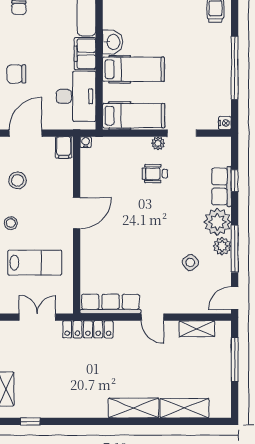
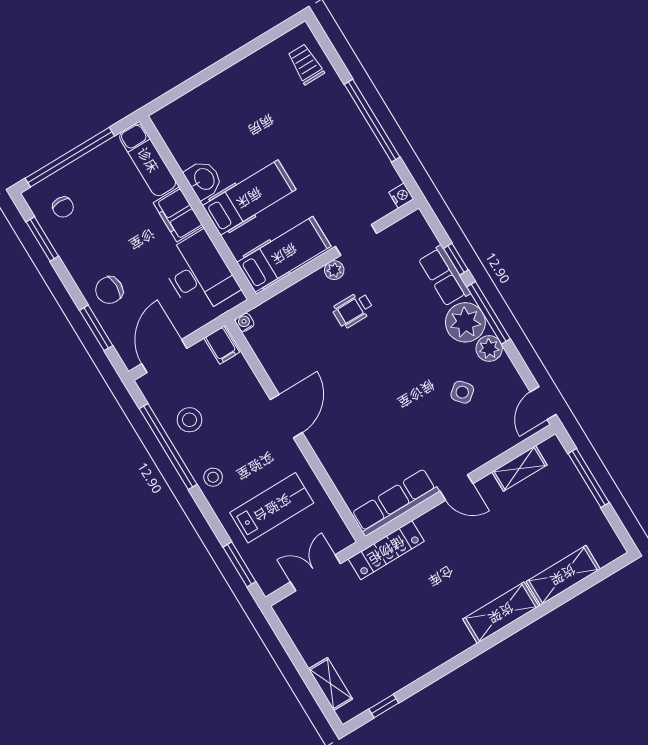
window: (235, 249) -> (488, 313), moved

